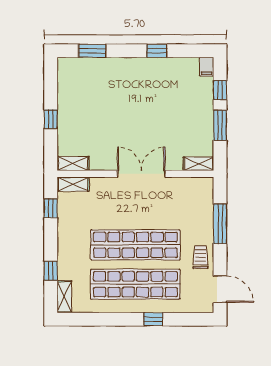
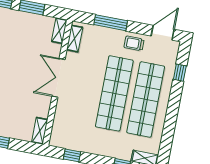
shelving: (73, 184) -> (75, 39), moved
window: (153, 319) -> (180, 73), moved

